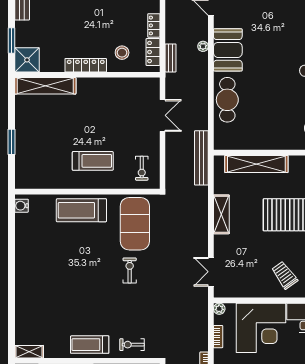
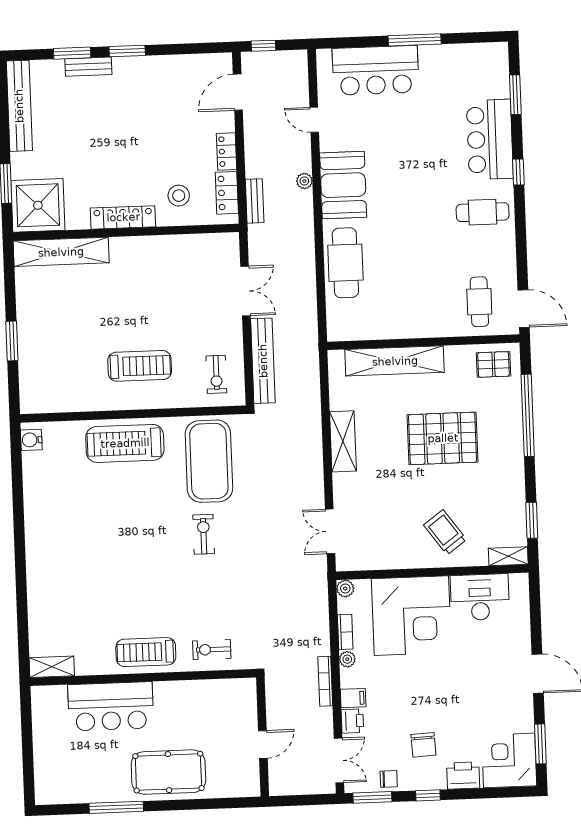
shower: (27, 60) -> (38, 205), width x1.37, depth x1.37
bench: (201, 158) -> (263, 361), moved
plant: (219, 354) -> (347, 659), added

